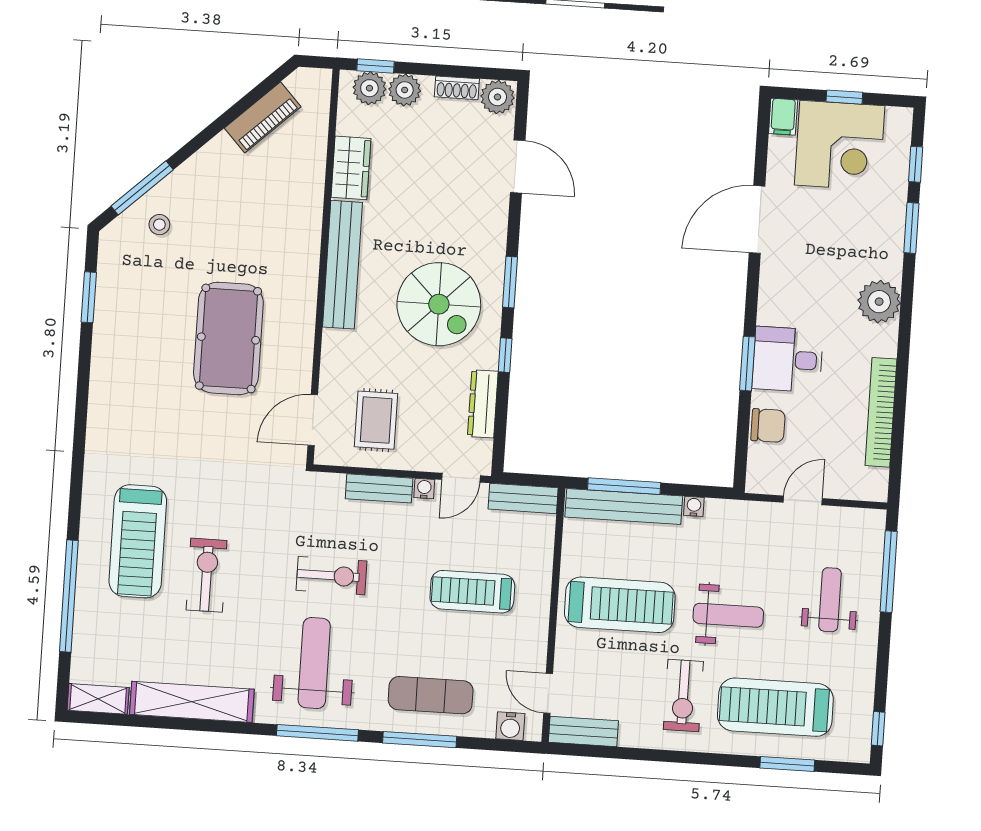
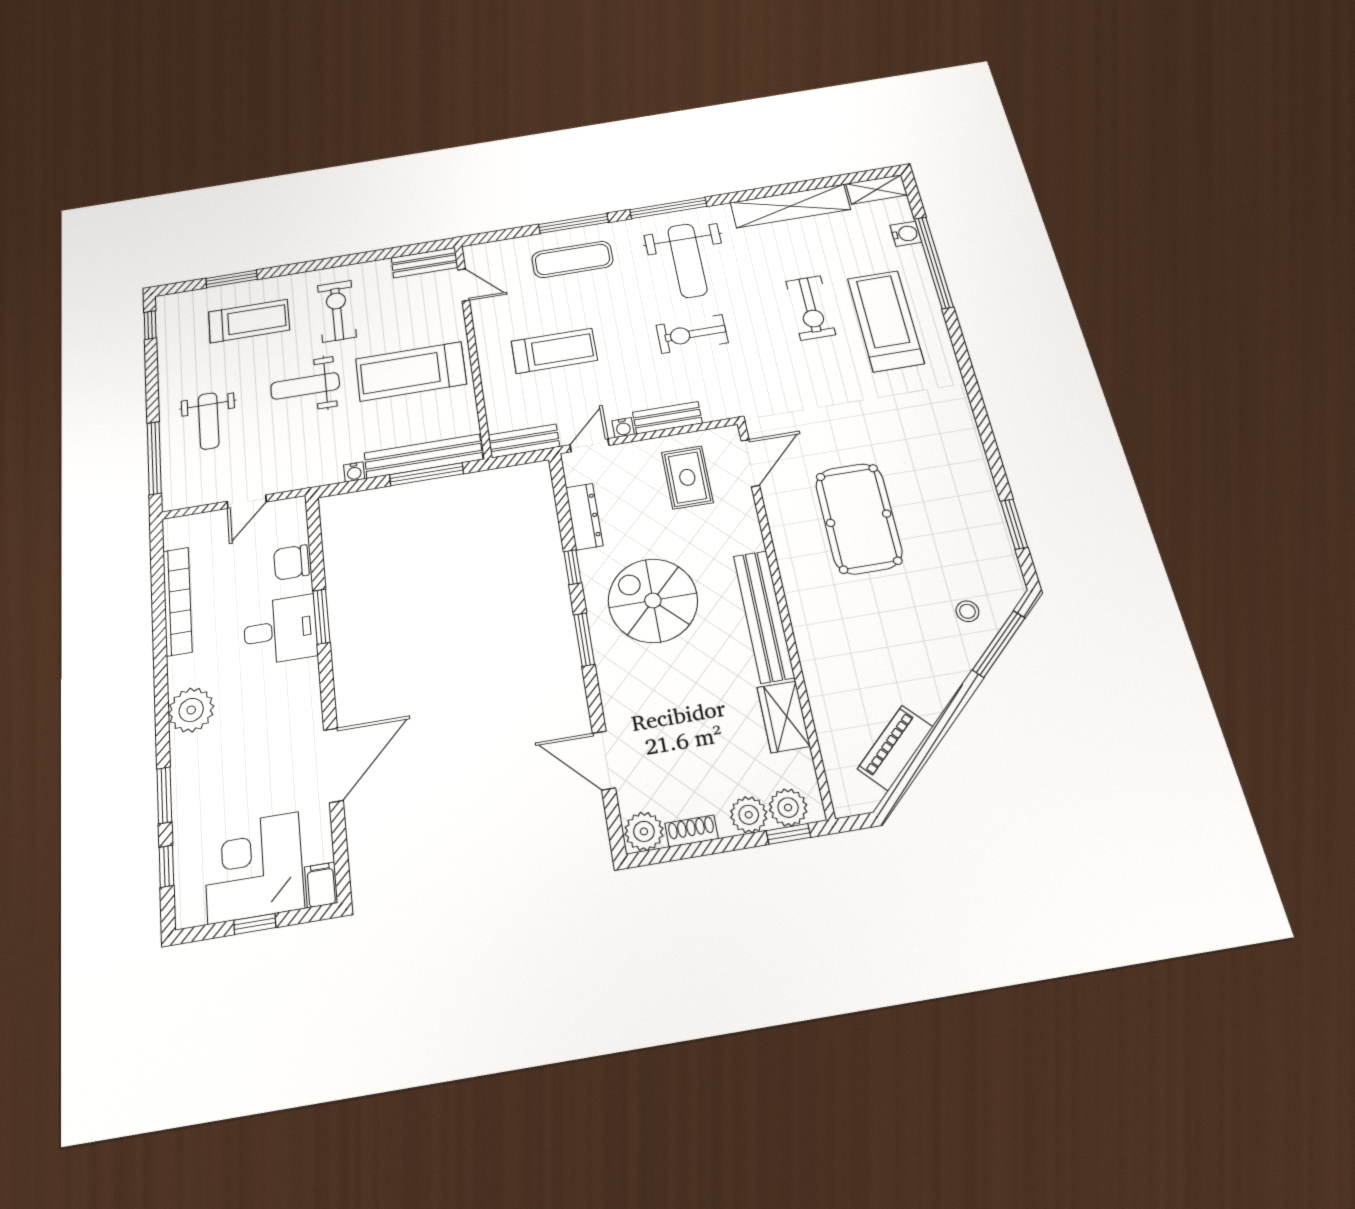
treadmill: (775, 707) -> (249, 321), width x0.73, depth x0.73
water cooler: (510, 726) -> (906, 234), moved, turned 90

